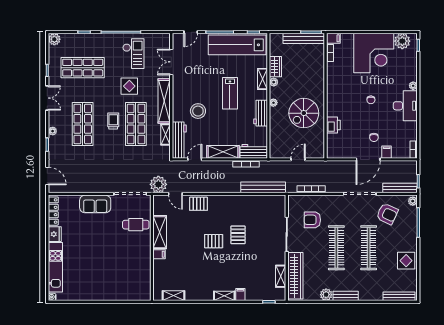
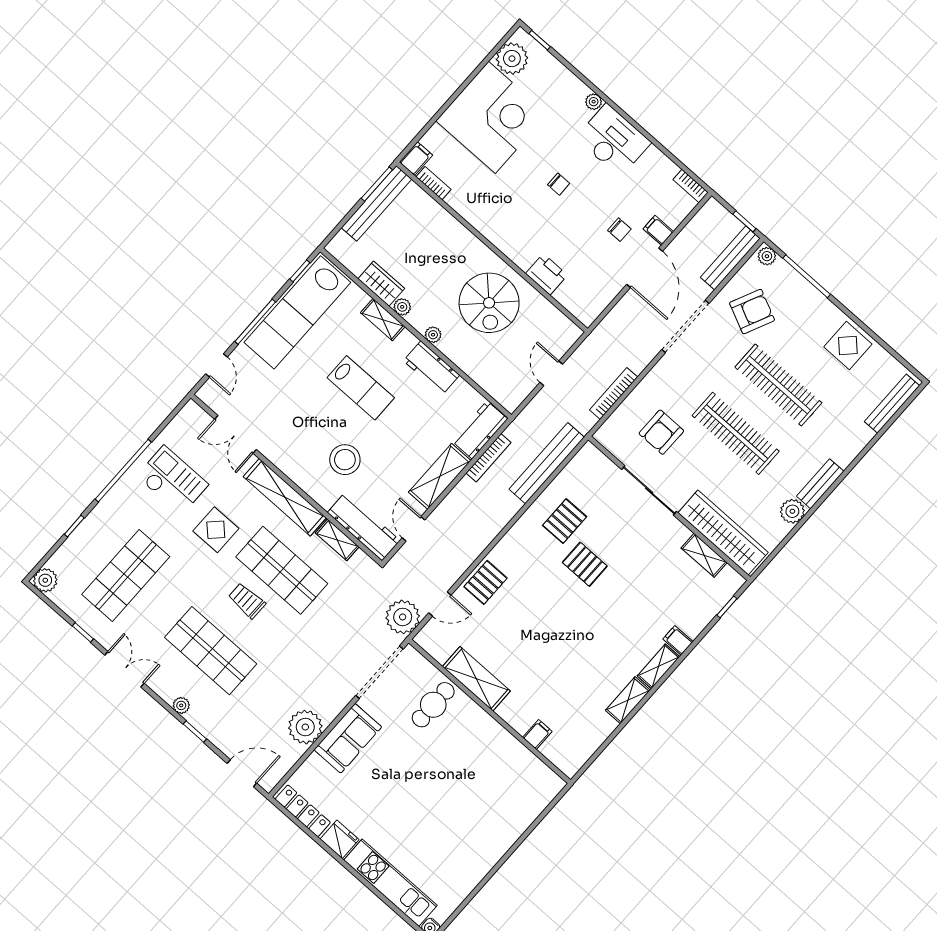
plant: (85, 184) -> (305, 727), added
pallet: (214, 241) -> (565, 521), moved
filing cabinet: (159, 254) -> (537, 734), moved
shelving: (174, 296) -> (628, 700), moved

